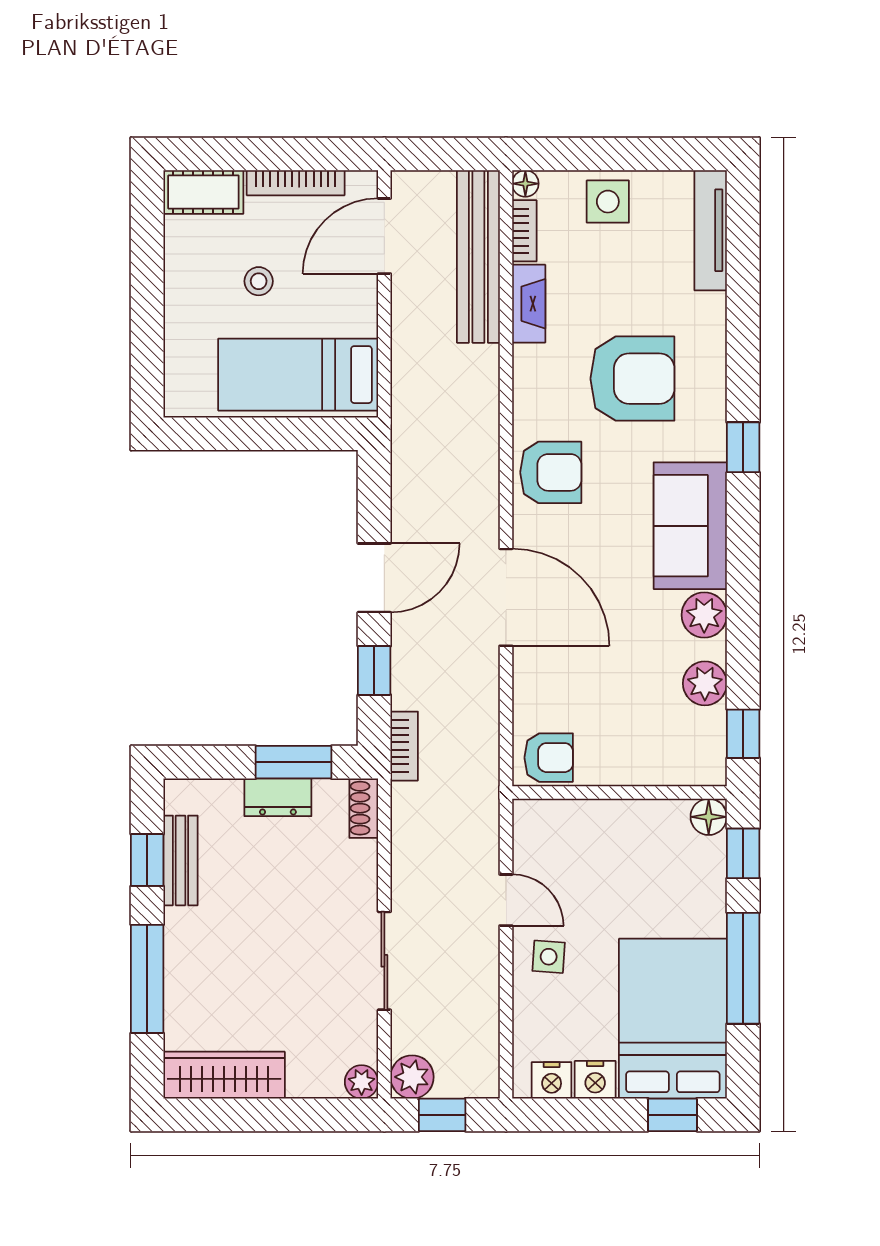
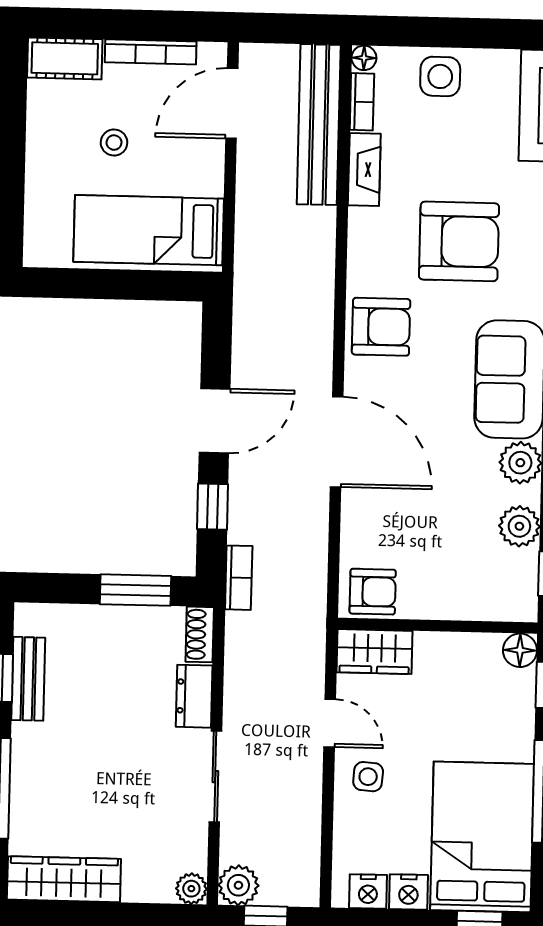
dresser: (278, 797) -> (194, 696), moved, turned 90
wardrobe: (552, 822) -> (374, 652), added

